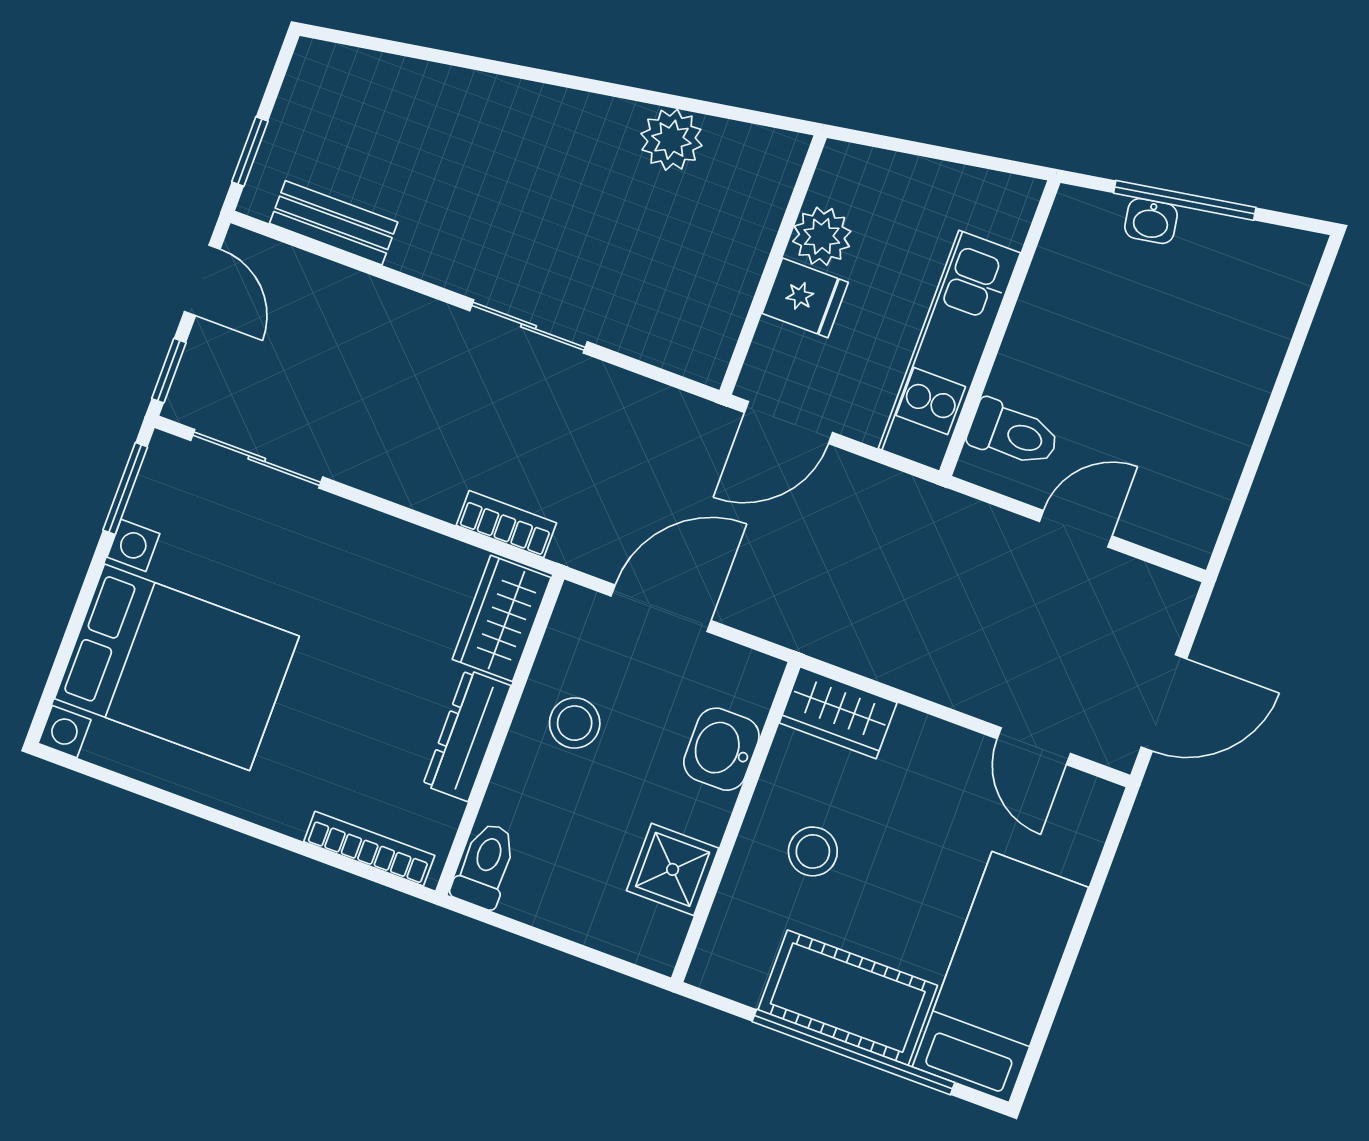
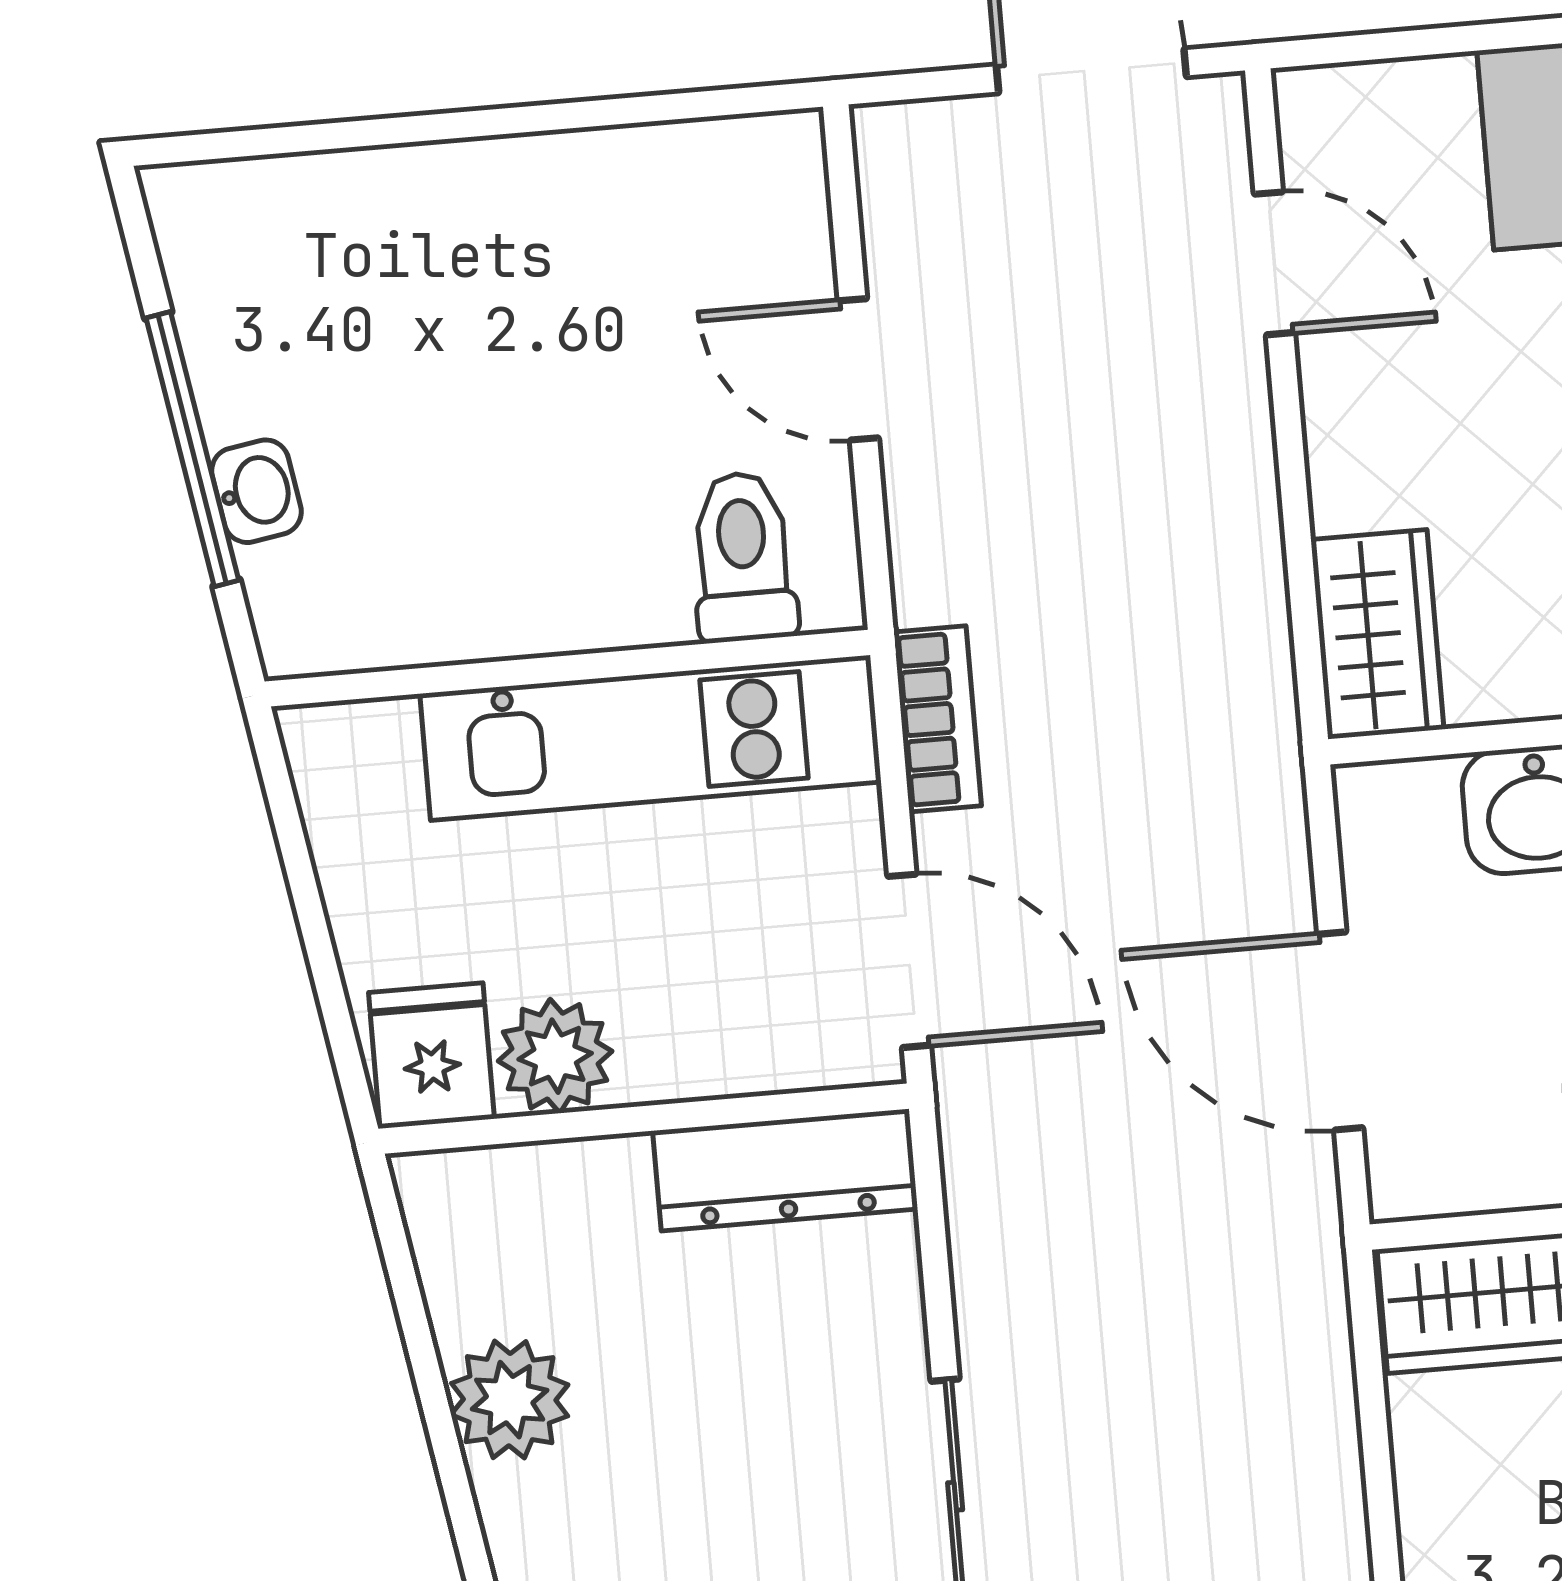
fridge: (805, 298) -> (431, 1056), moved
dresser: (718, 319) -> (785, 1170), added
bookcase: (506, 524) -> (937, 719), moved, turned 180
door: (1034, 746) -> (1274, 263), hinge flipped

